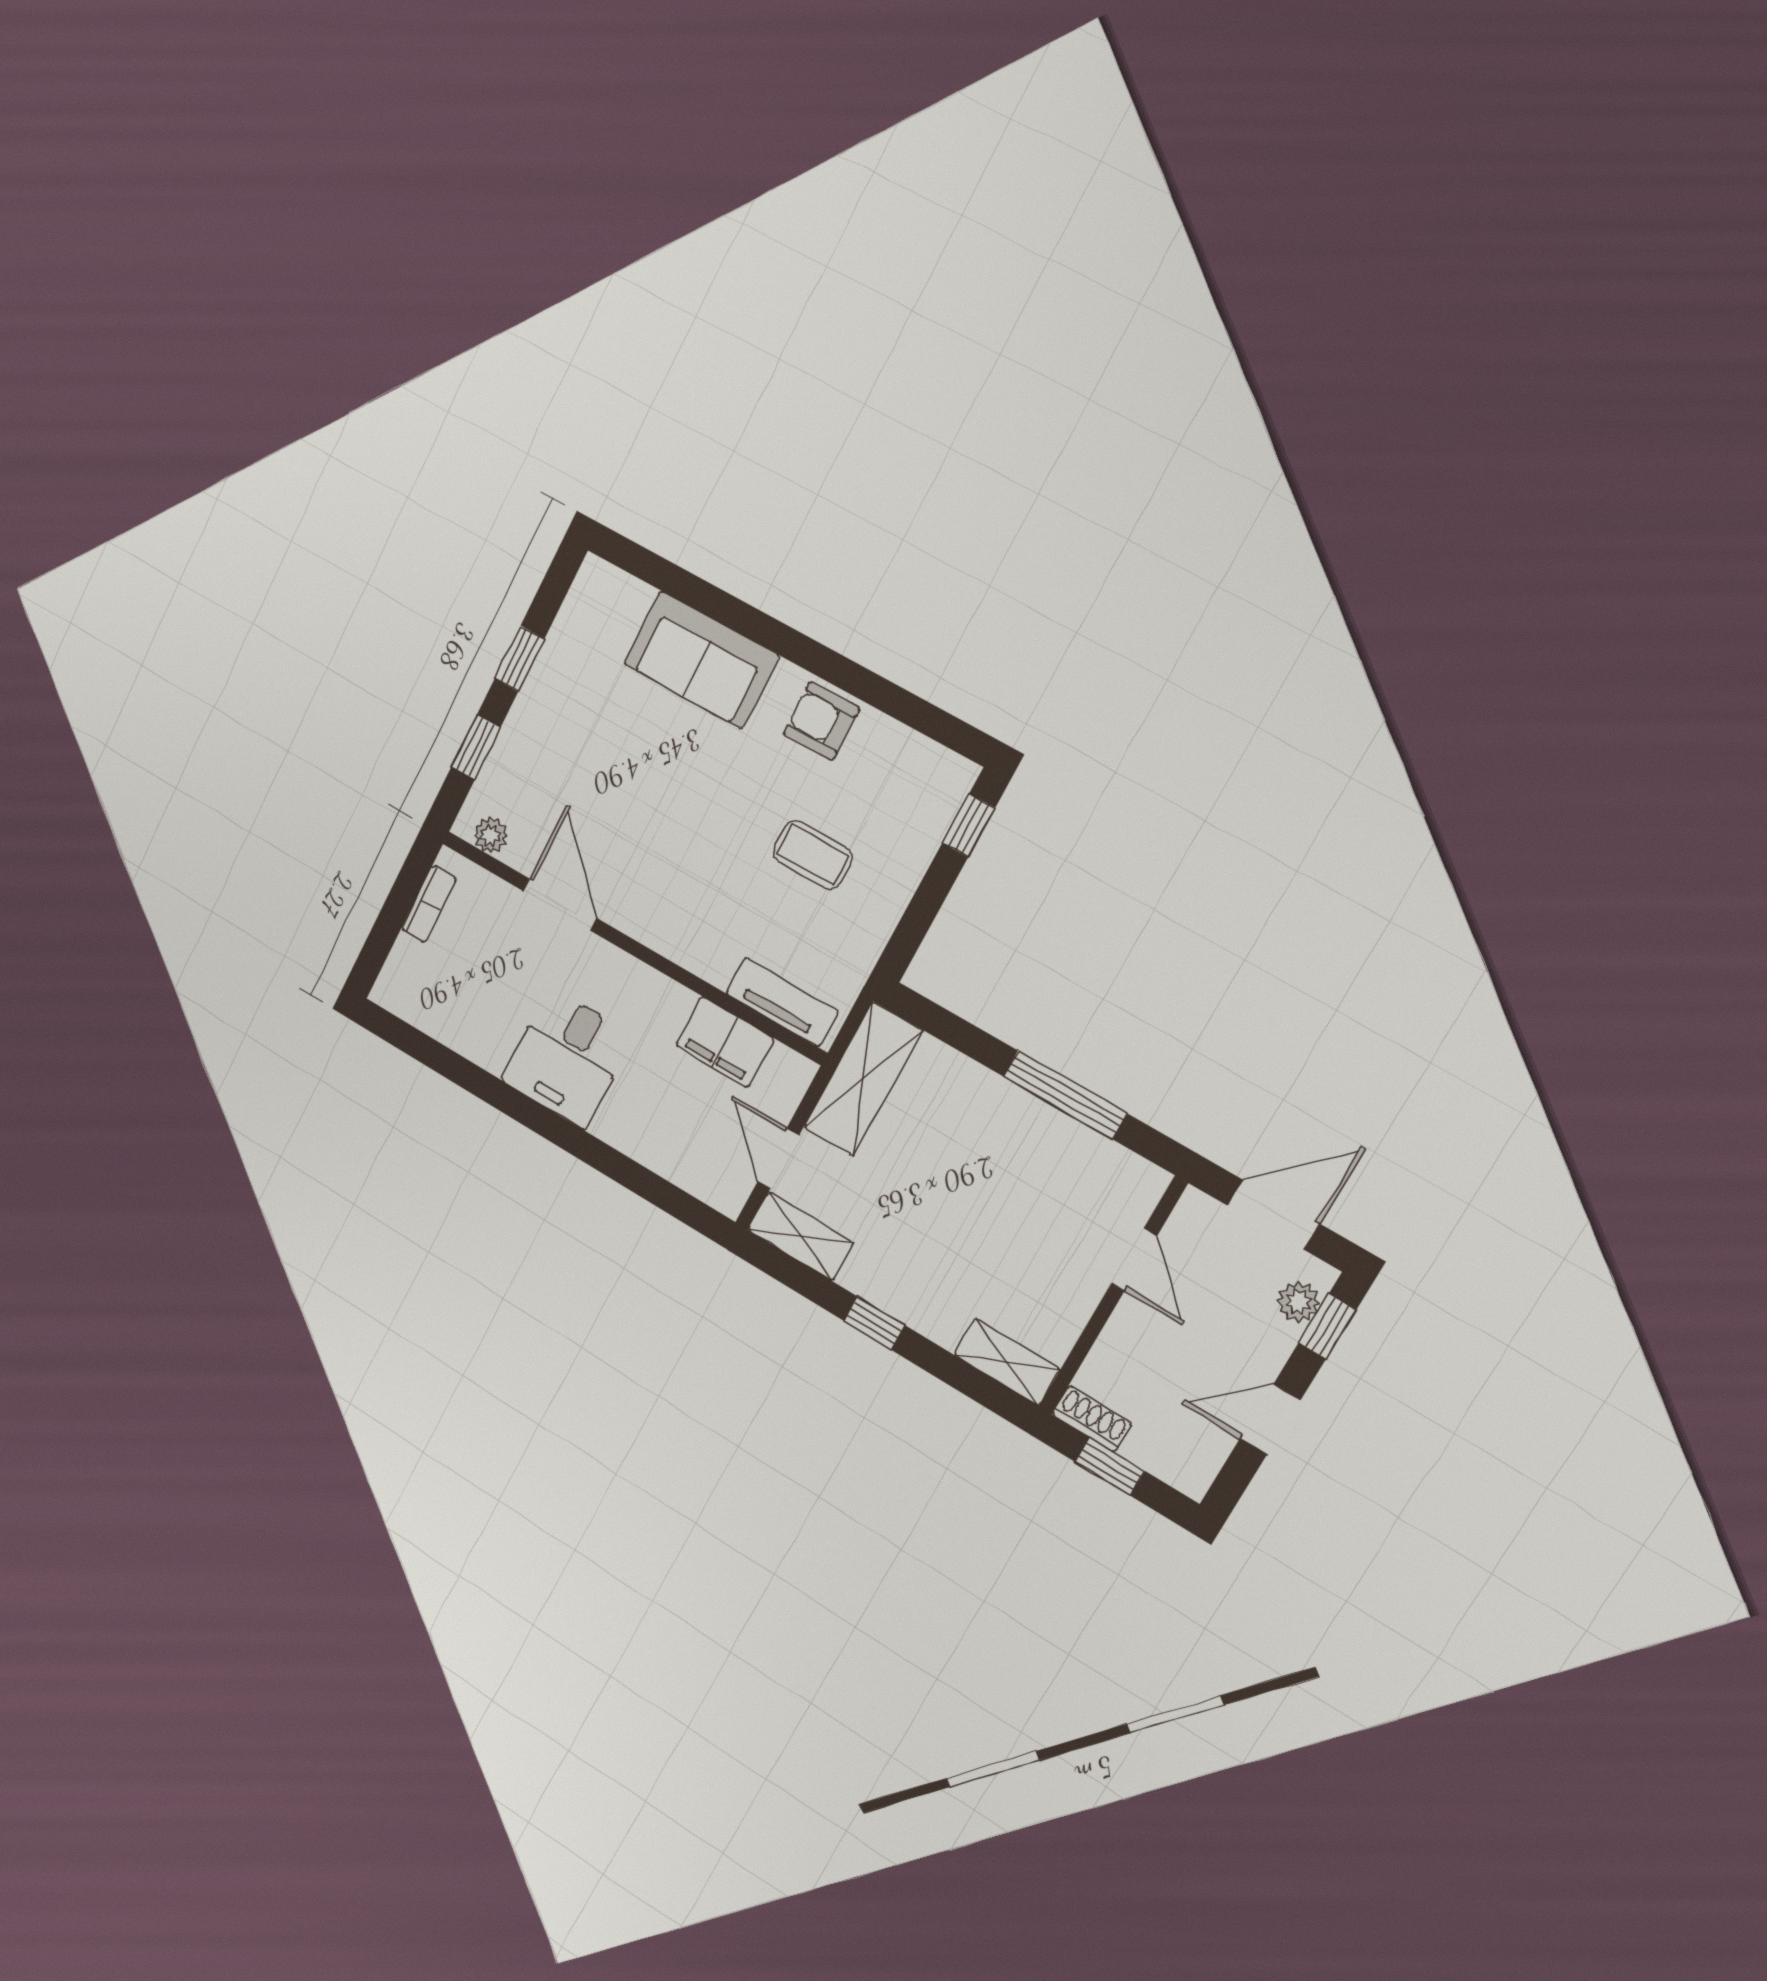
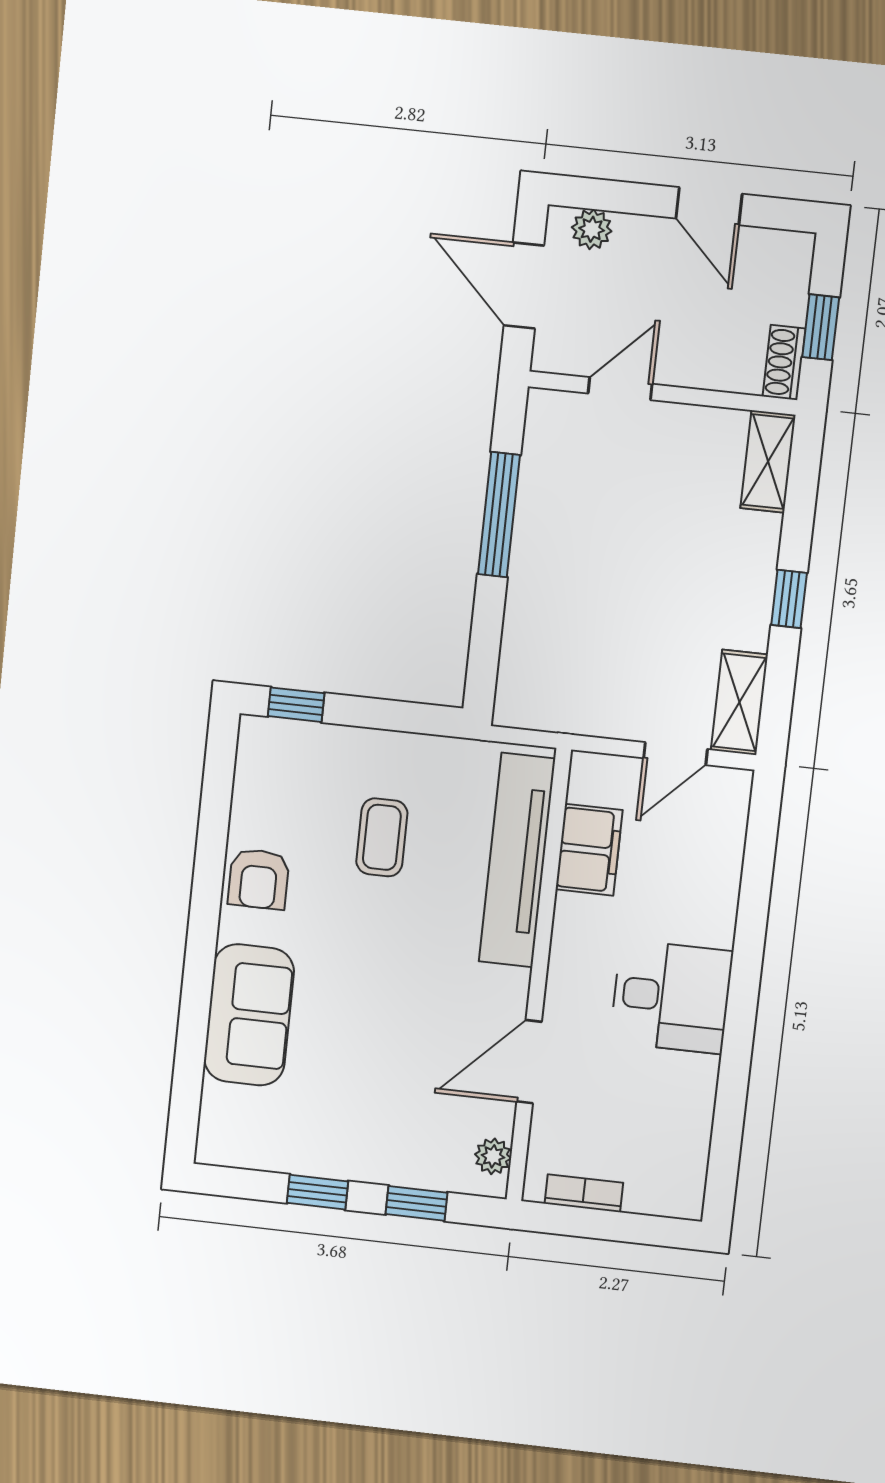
tv unit: (782, 1002) -> (517, 860), width x1.92, depth x1.29
shelving: (863, 1079) -> (566, 705), removed
window: (1327, 1326) -> (602, 195), removed

